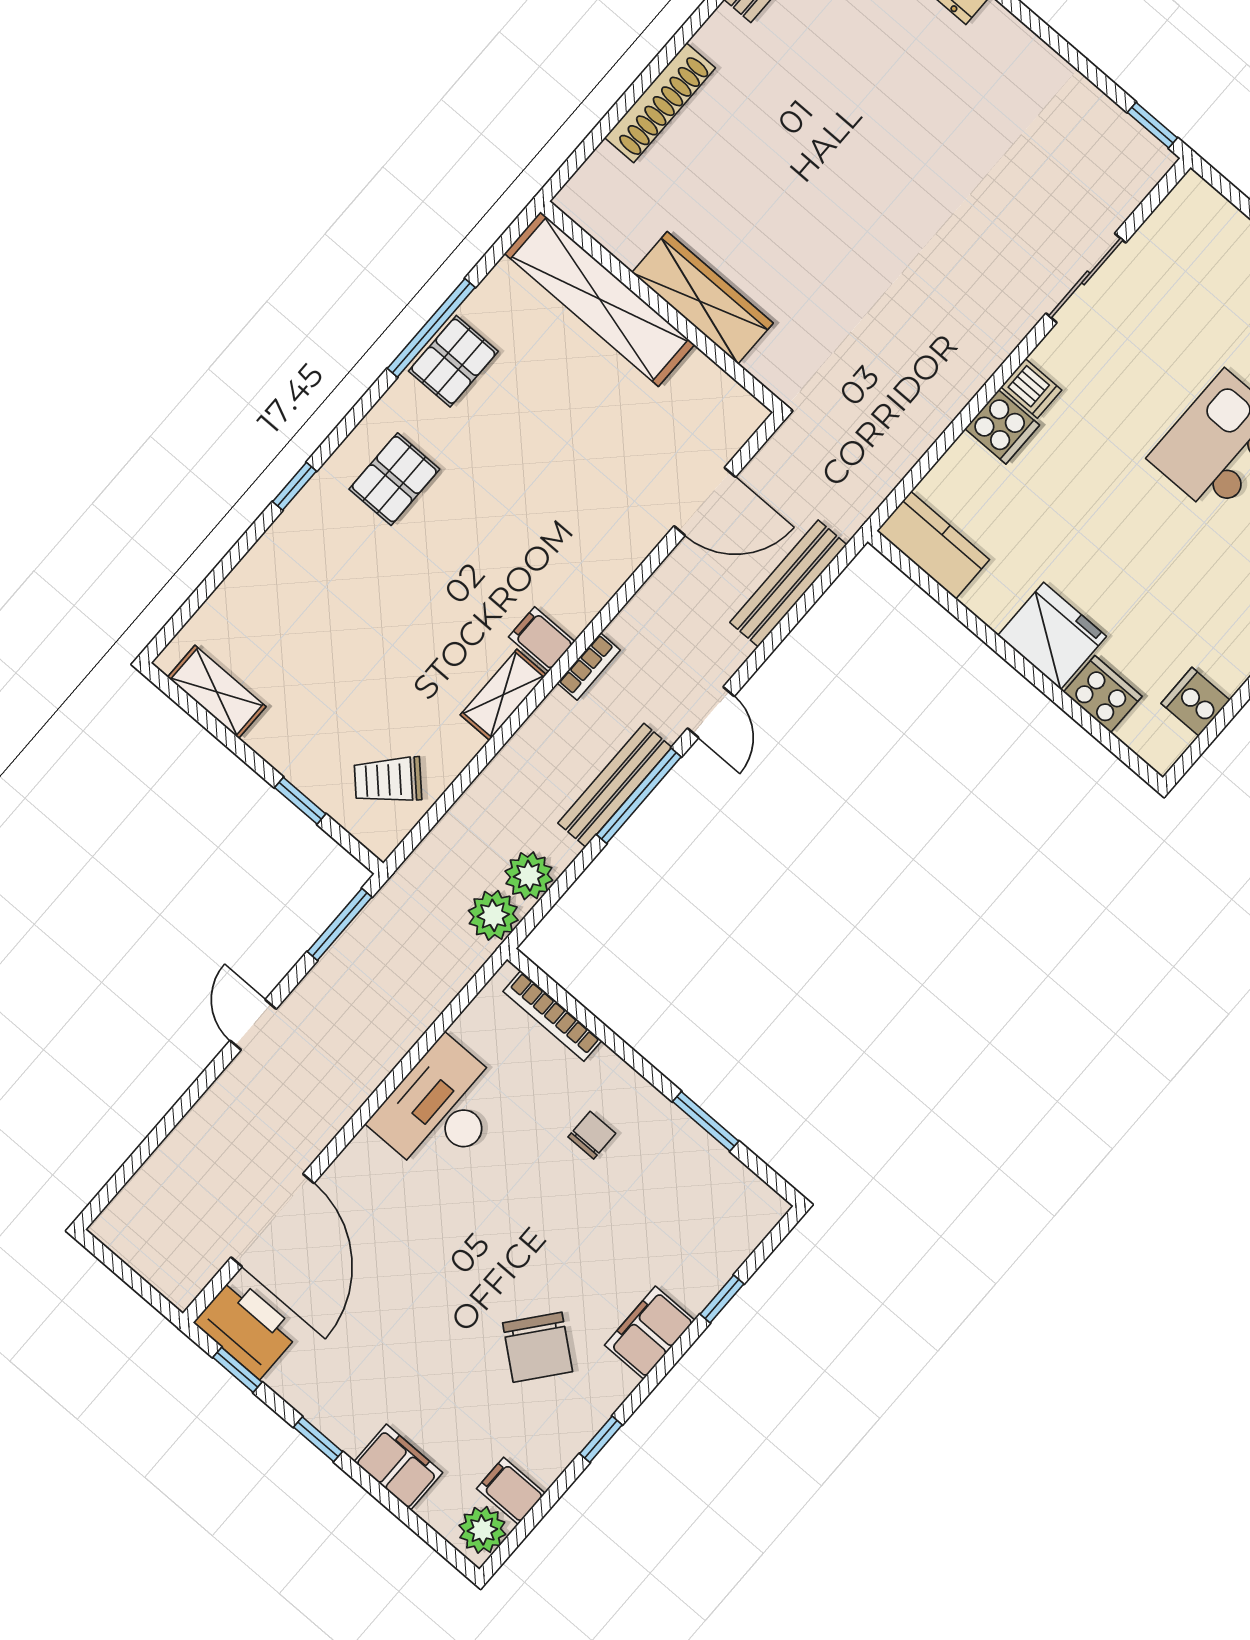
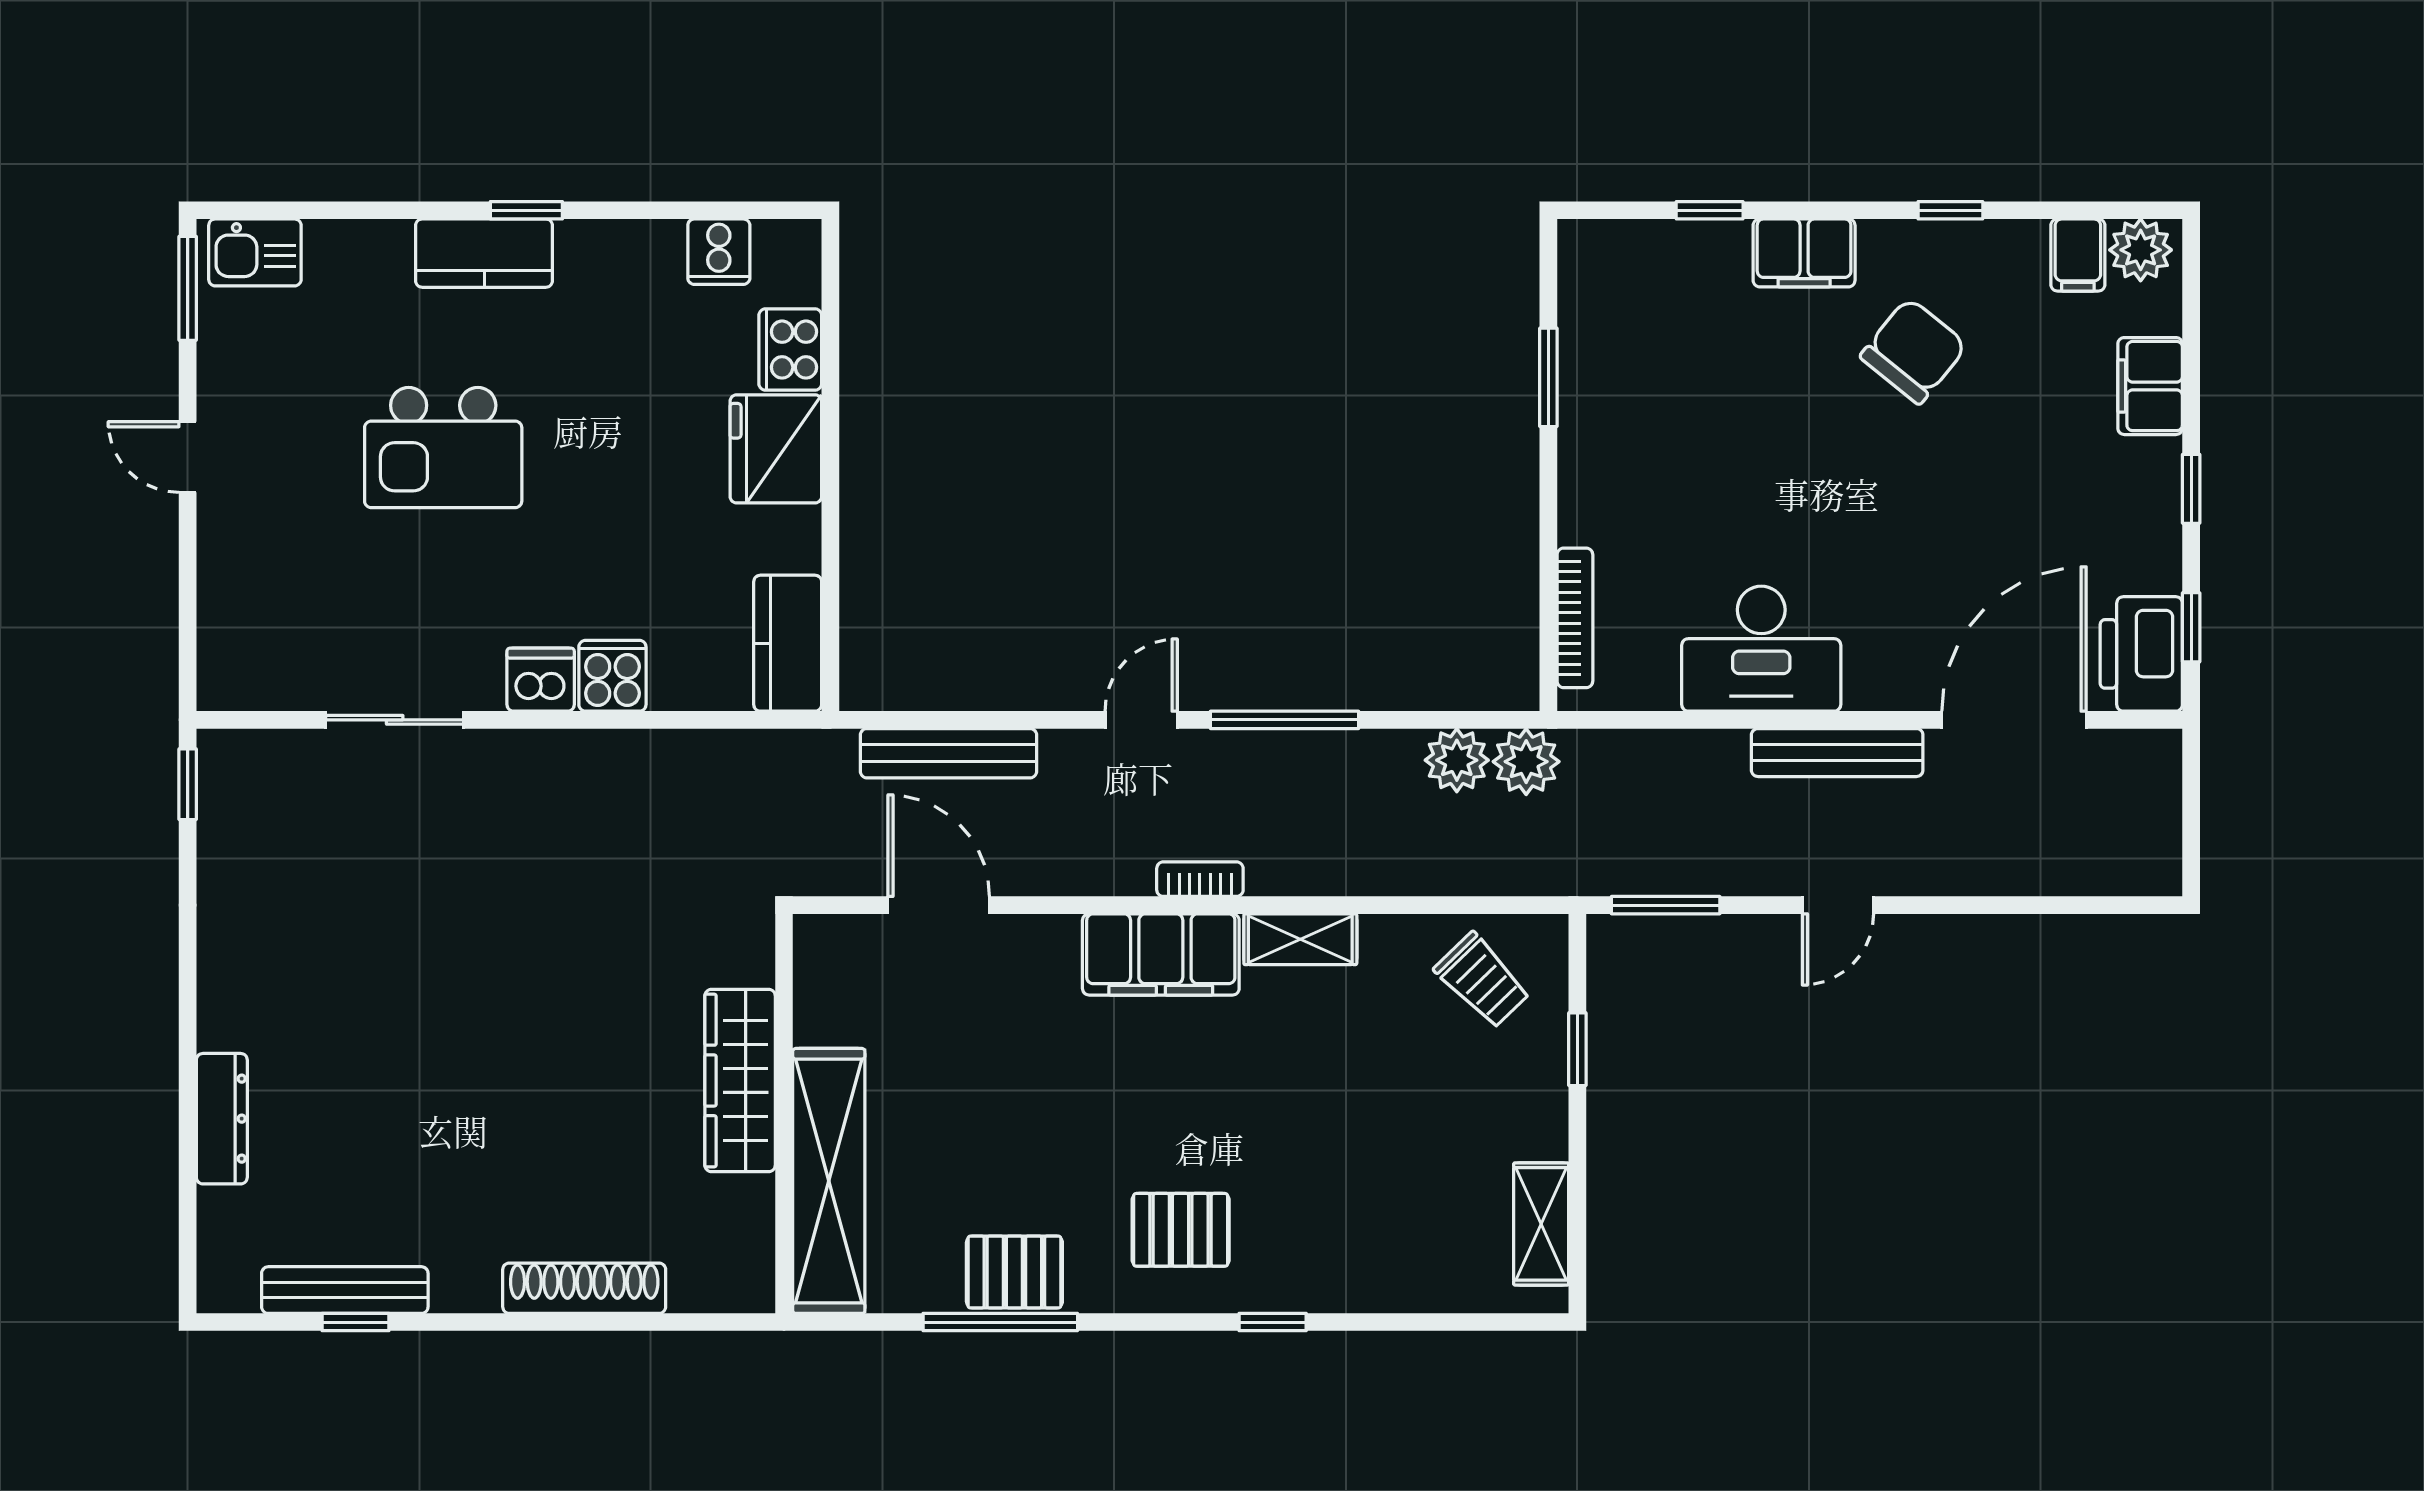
dishwasher: (1031, 388) -> (541, 680), width x1.38
filing cabinet: (542, 639) -> (1161, 954), width x3.00, depth x1.17
bench: (615, 785) -> (1837, 753), moved
chair: (592, 1135) -> (1659, 478), removed

